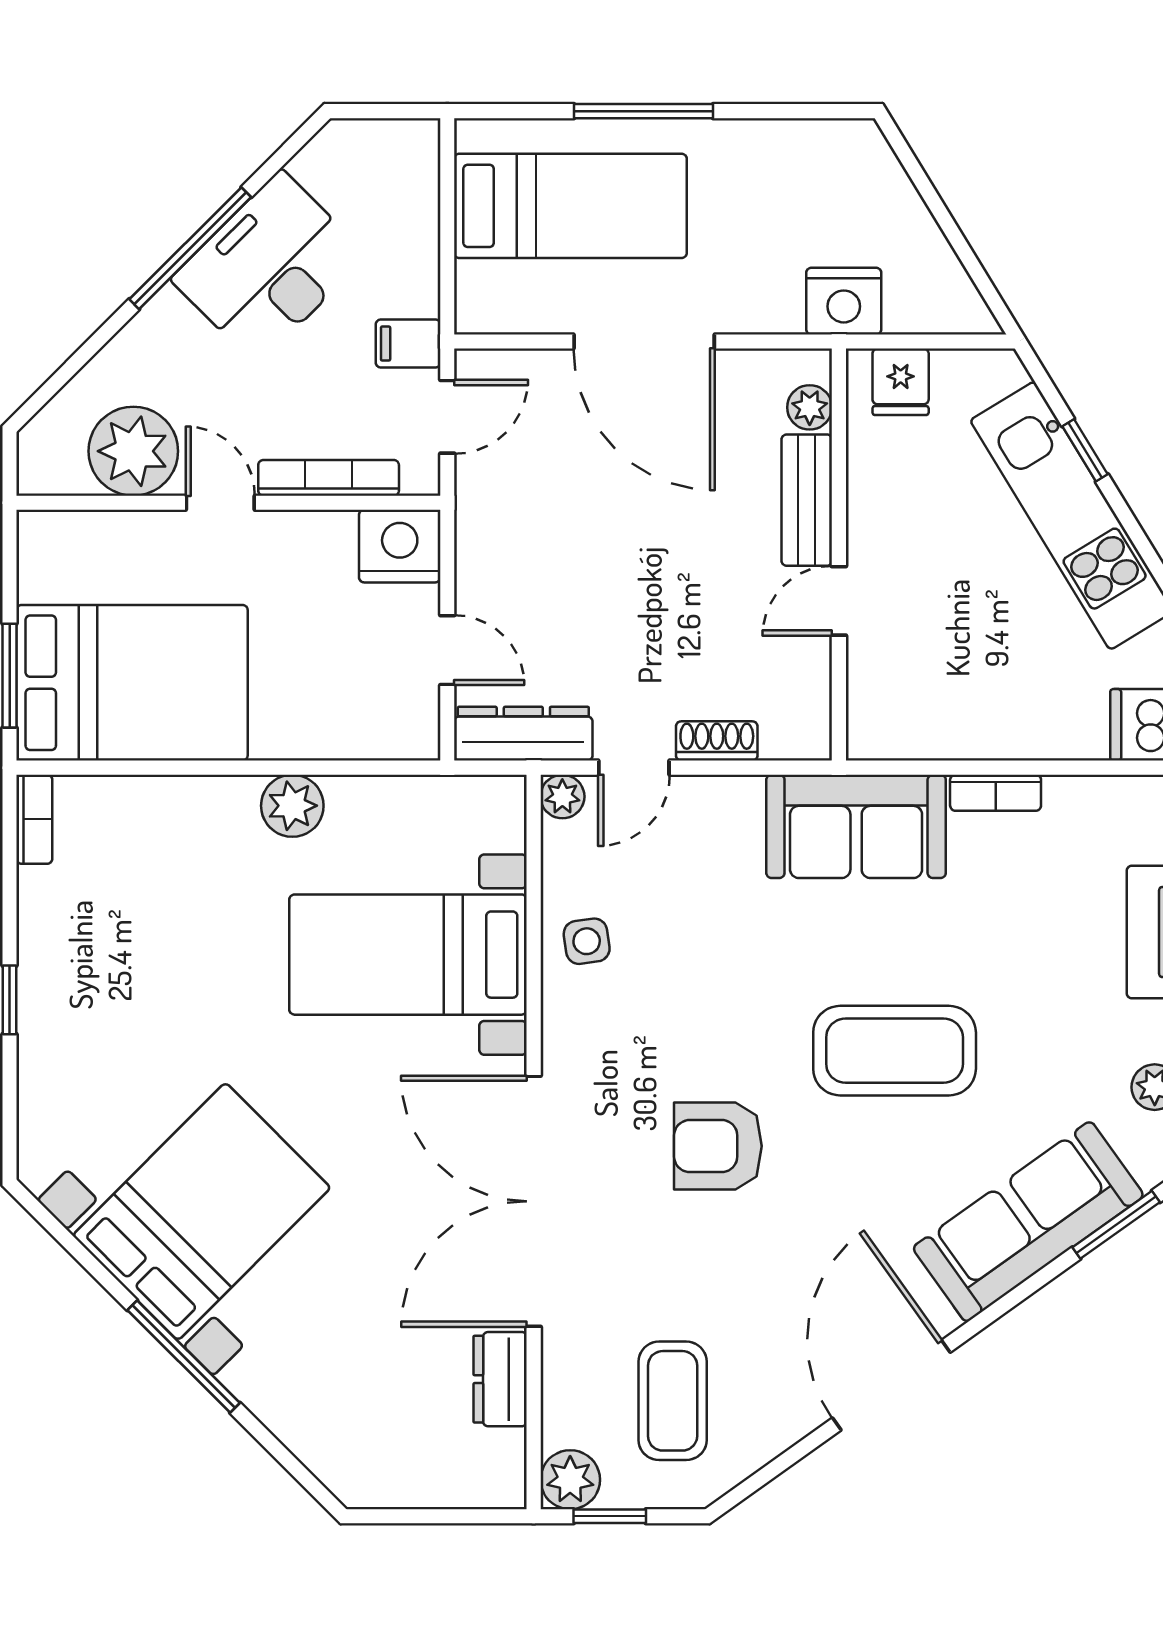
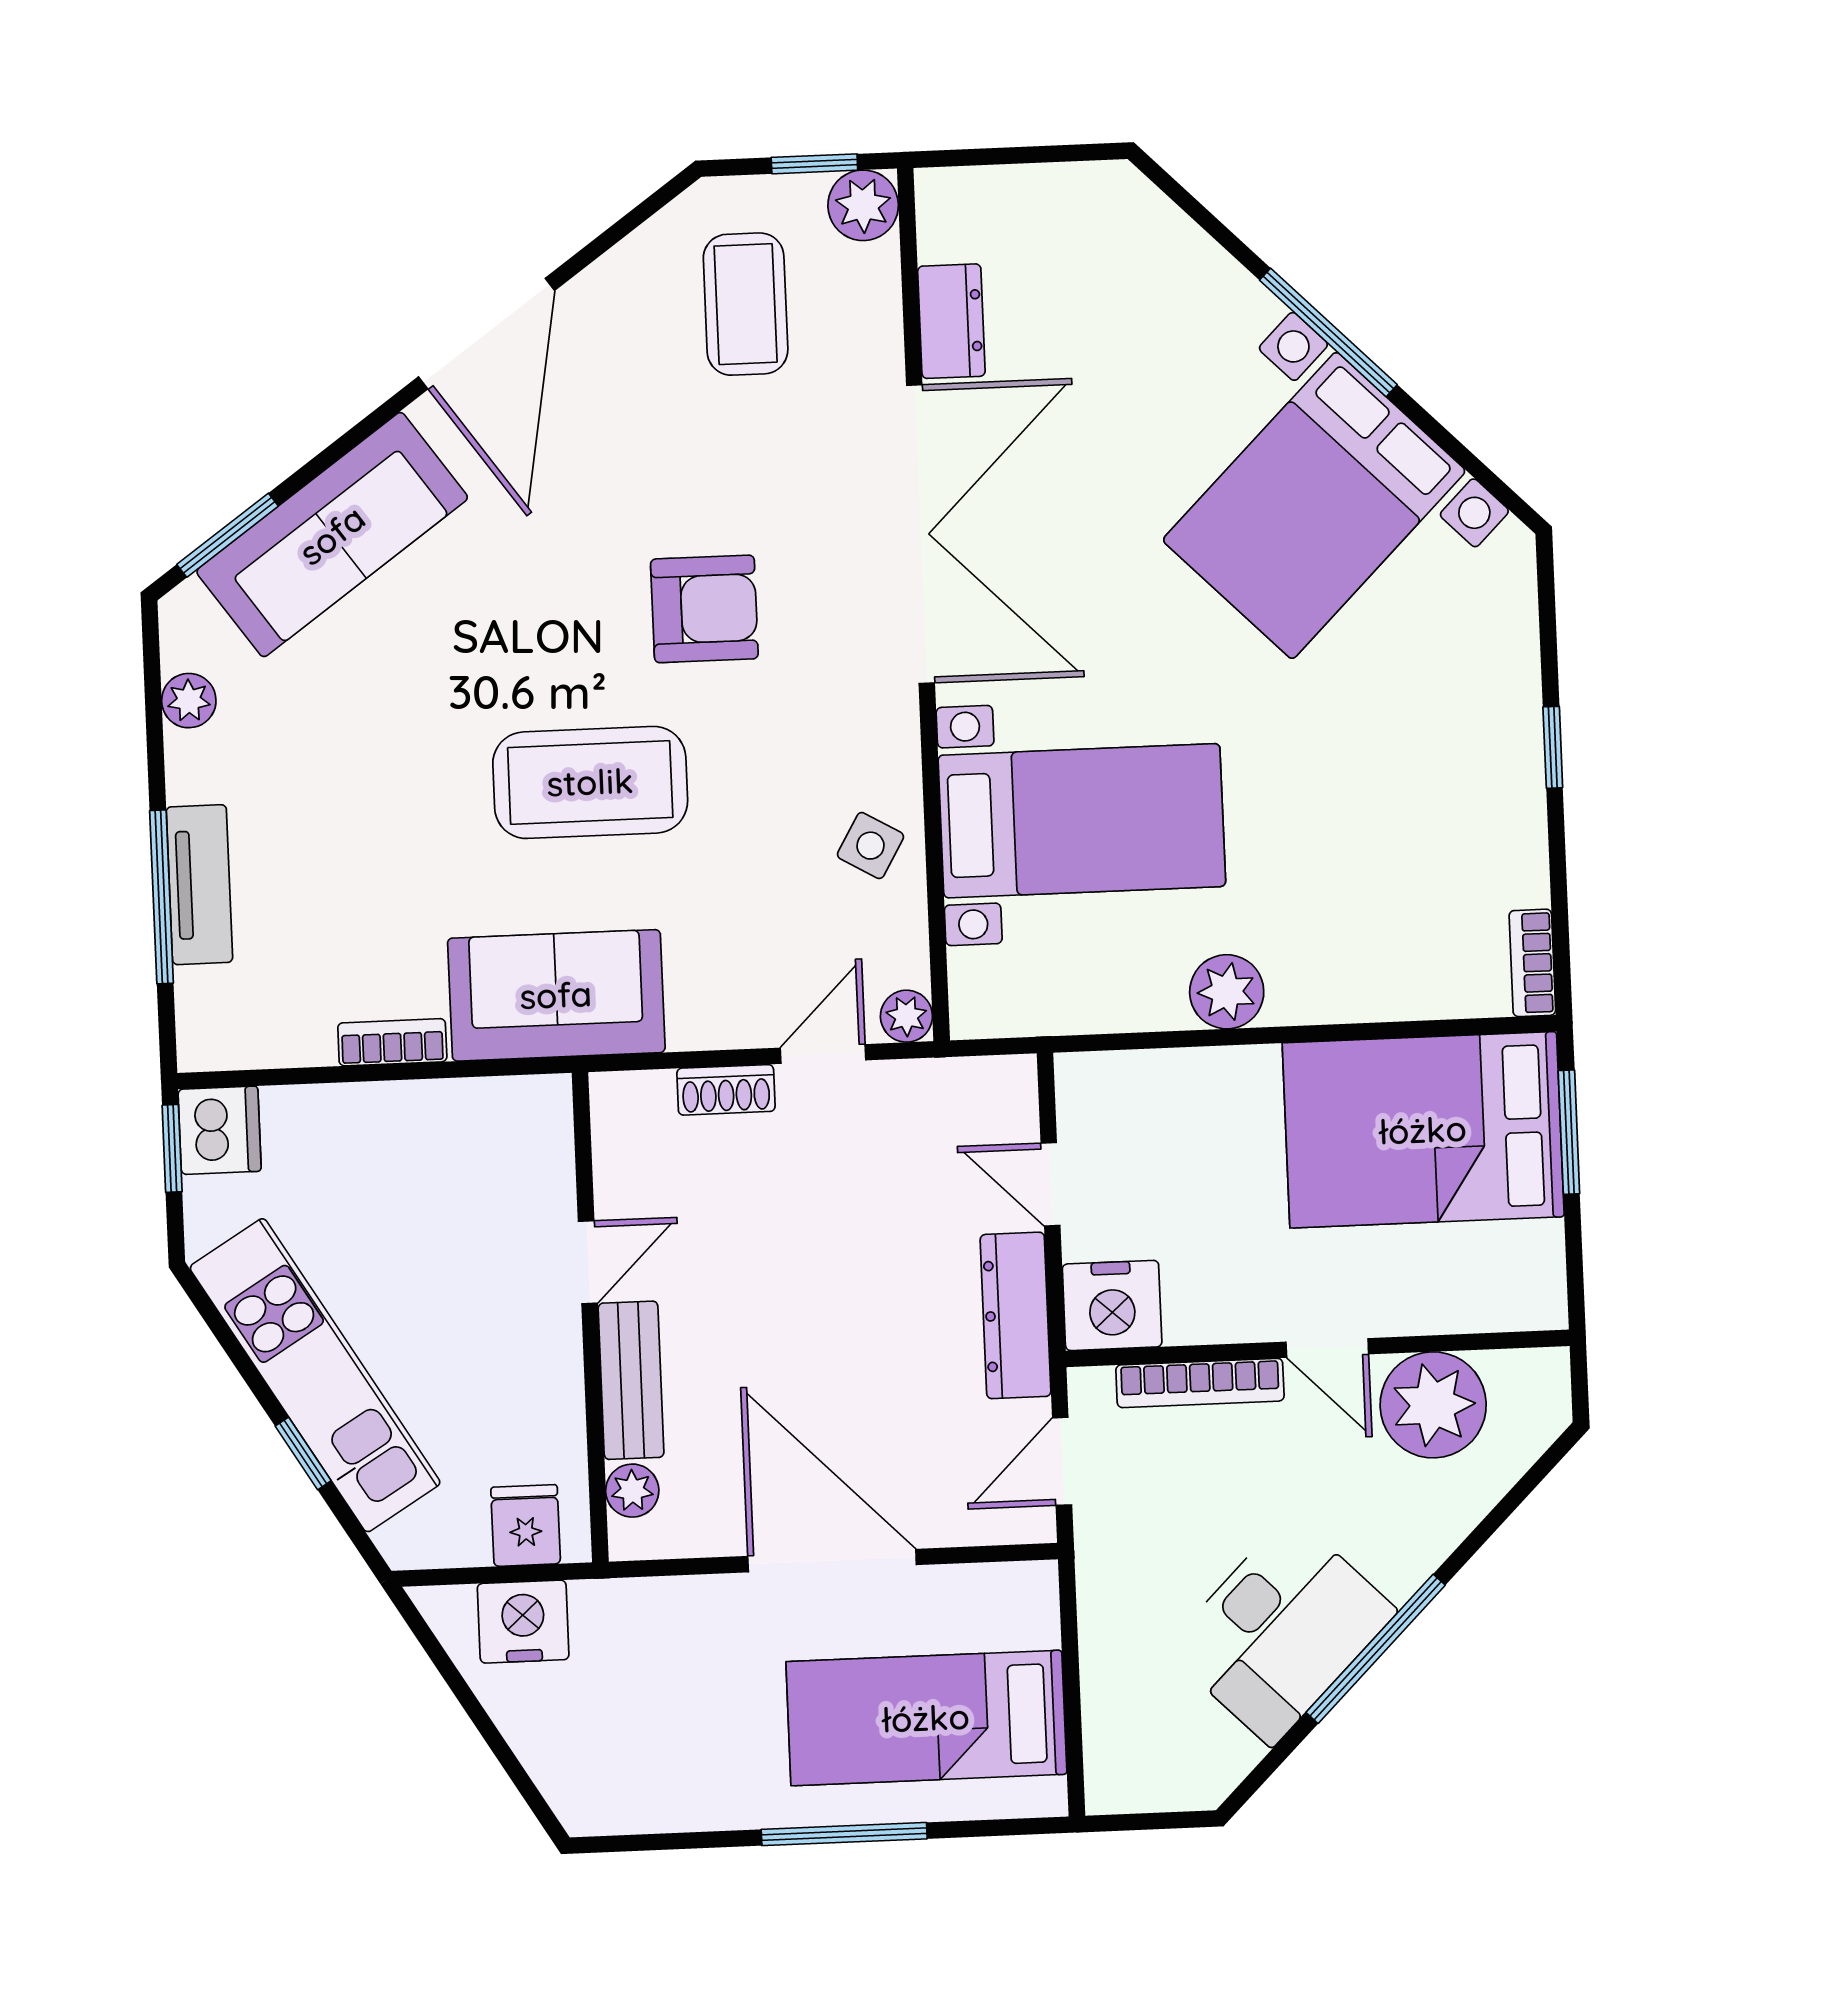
nightstand: (844, 301) -> (523, 1622), moved
filing cabinet: (408, 344) -> (1112, 1546), removed
dresser: (523, 734) -> (1016, 1315), moved, turned 90
side table: (587, 941) -> (870, 846), turned 38
coffee table: (895, 1051) -> (590, 782), moved

